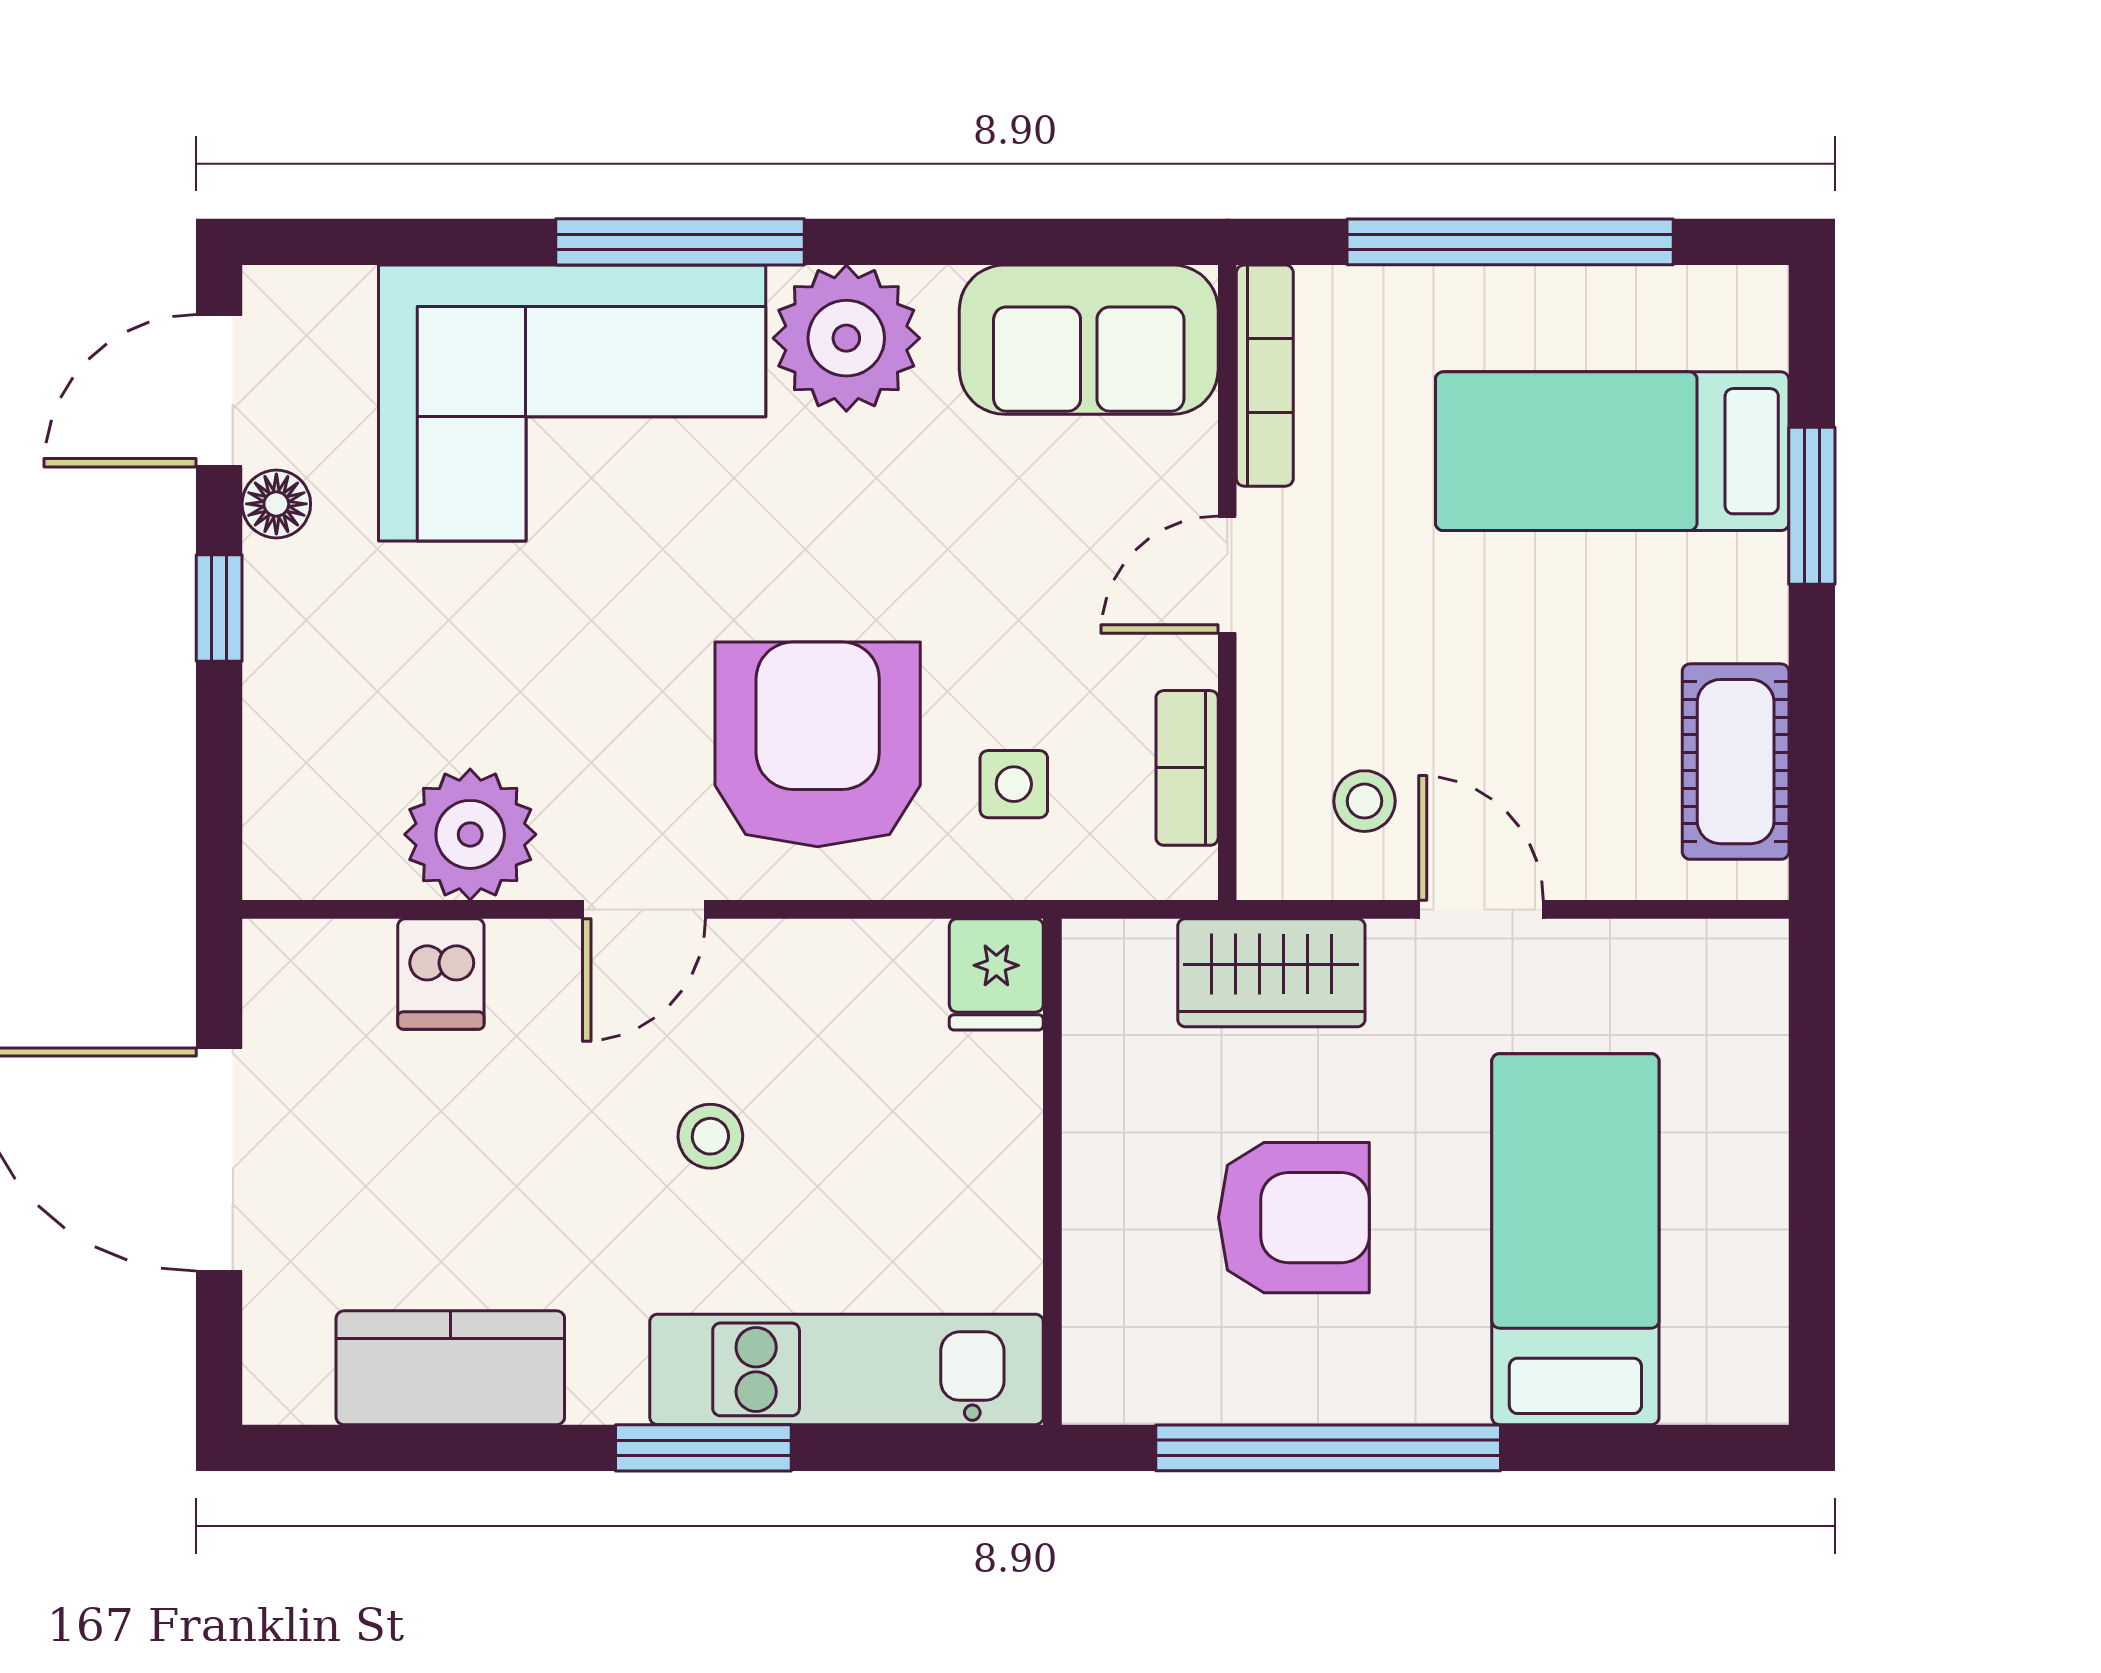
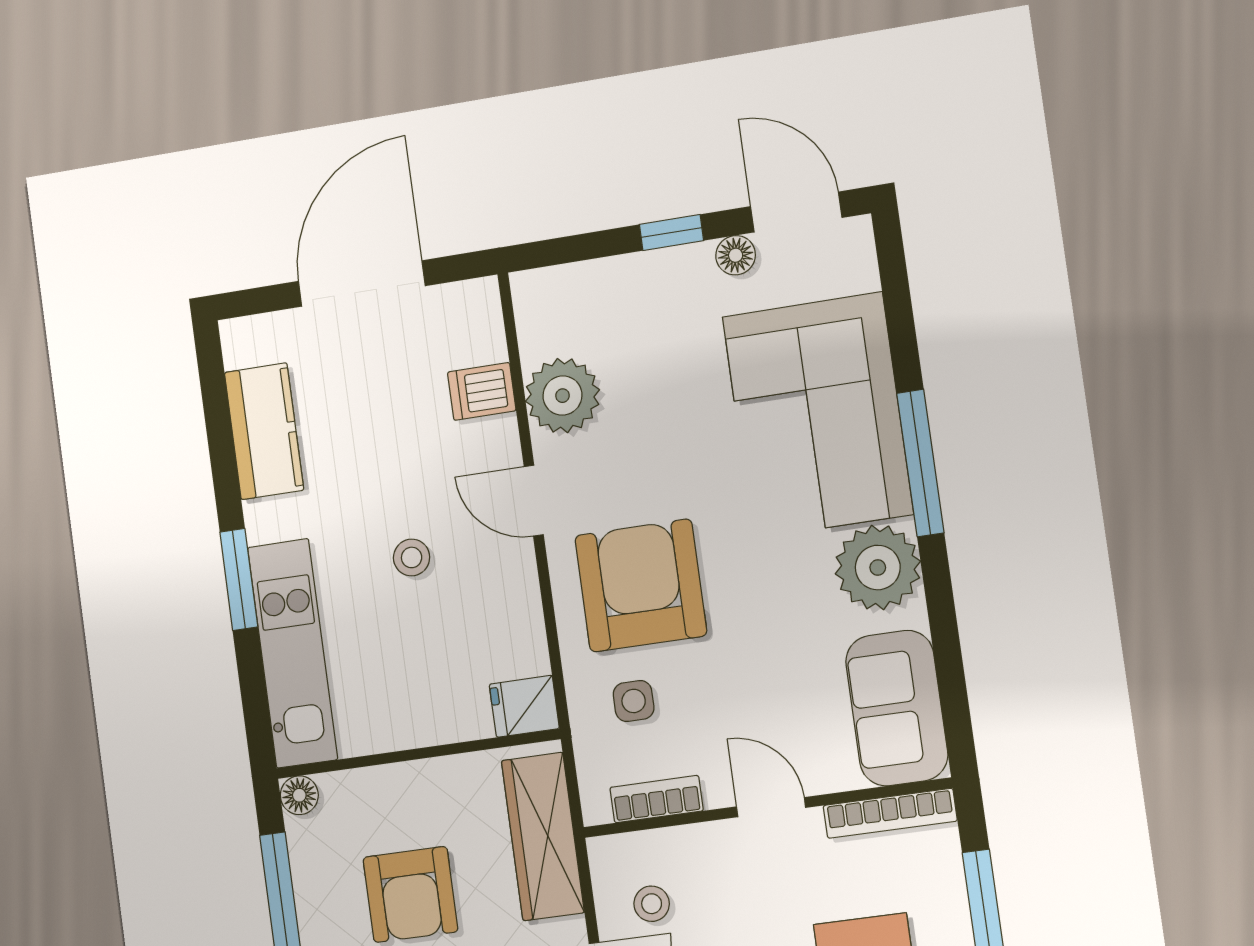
armchair: (818, 744) -> (641, 586), turned -90
wardrobe: (1271, 973) -> (543, 836), width x1.50
floor lamp: (1096, 1391) -> (299, 795), added

